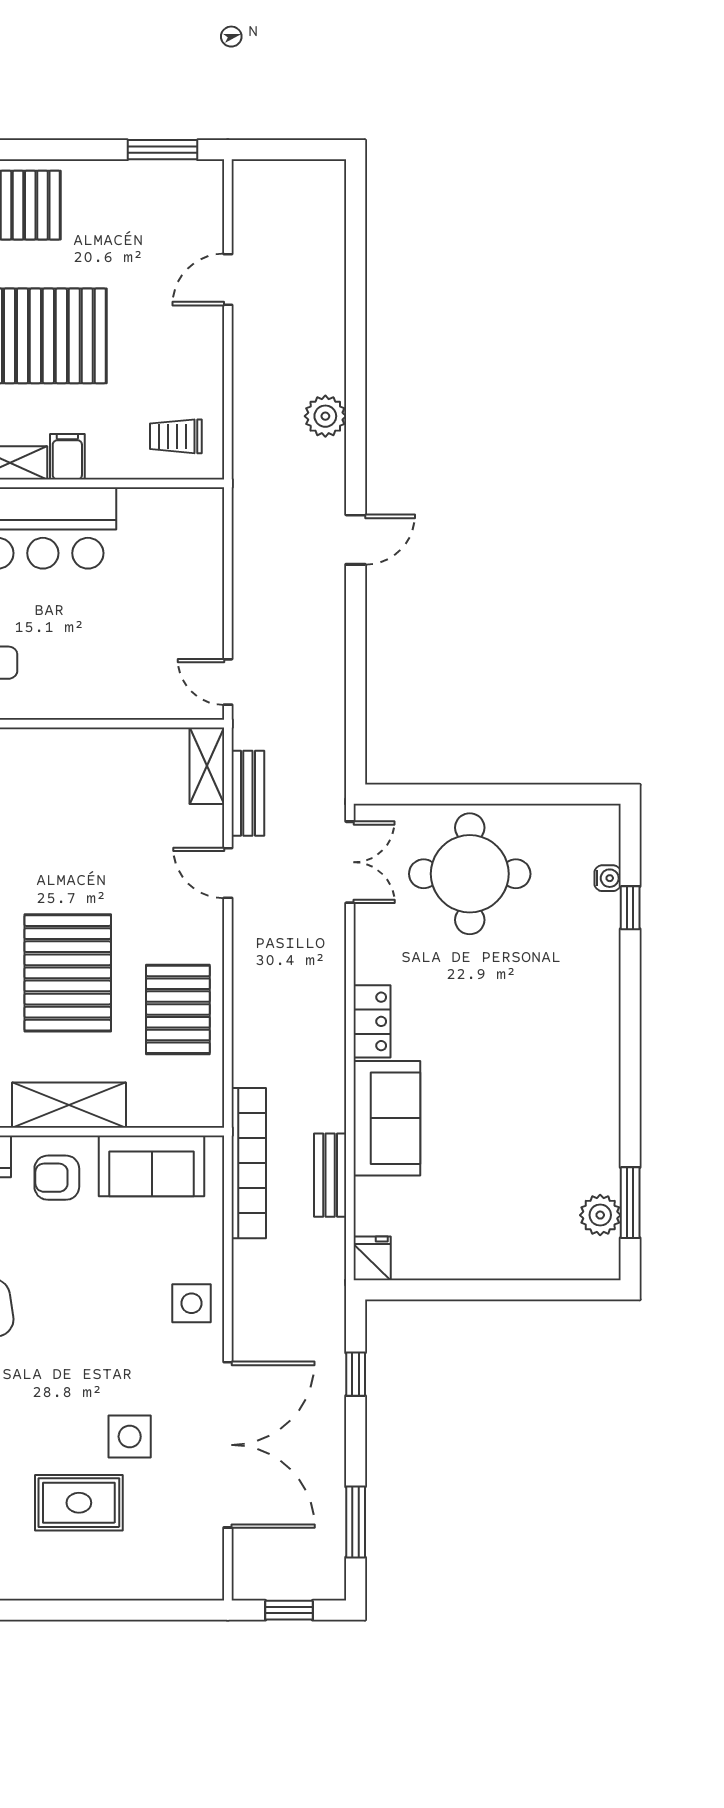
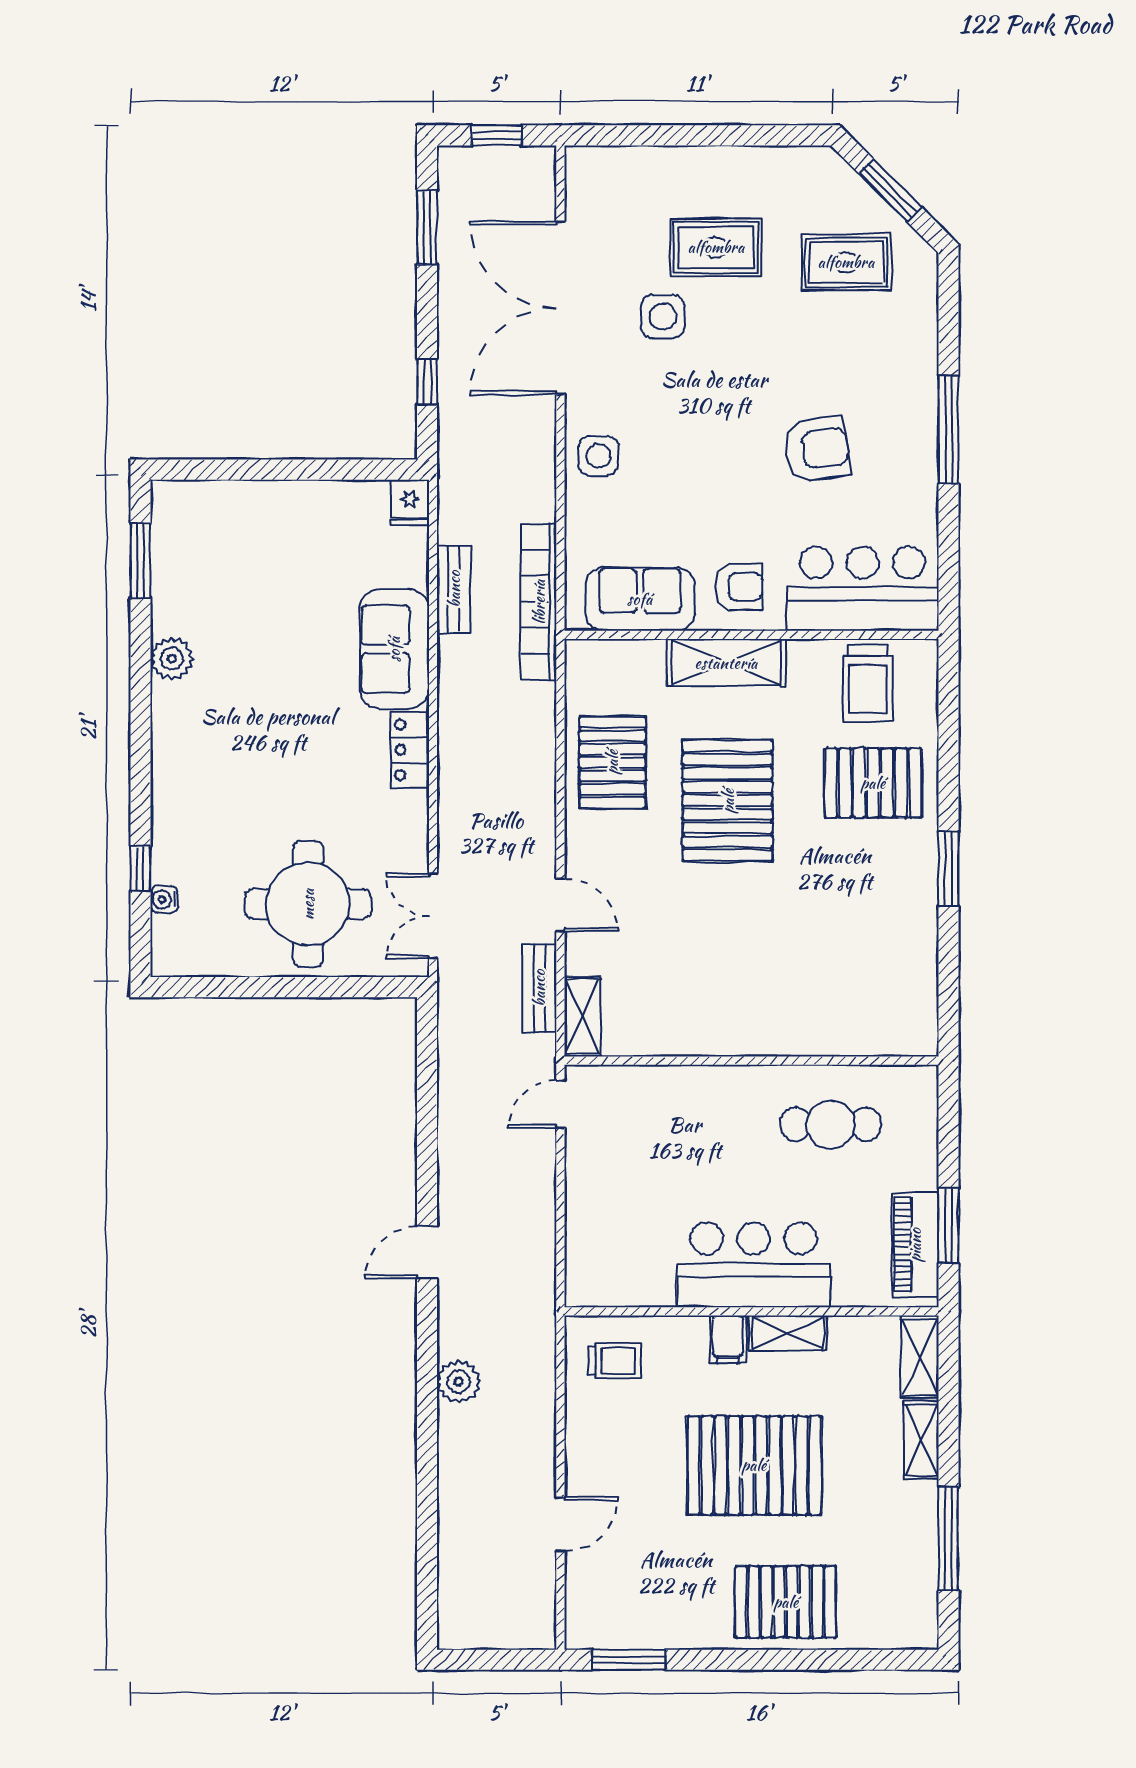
door: (228, 682) -> (560, 1104), swing flipped
plant: (600, 1215) -> (172, 659), moved

